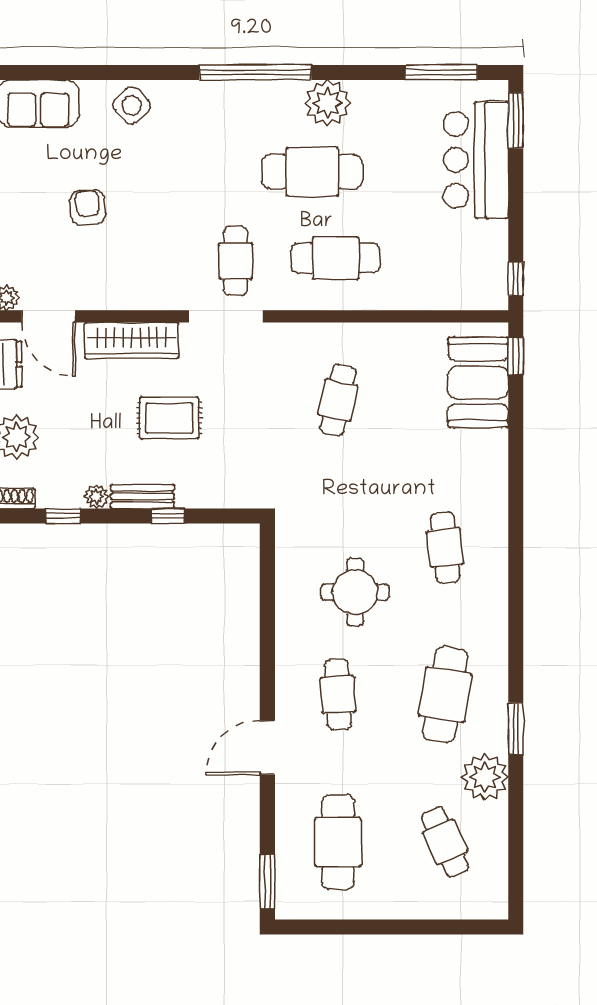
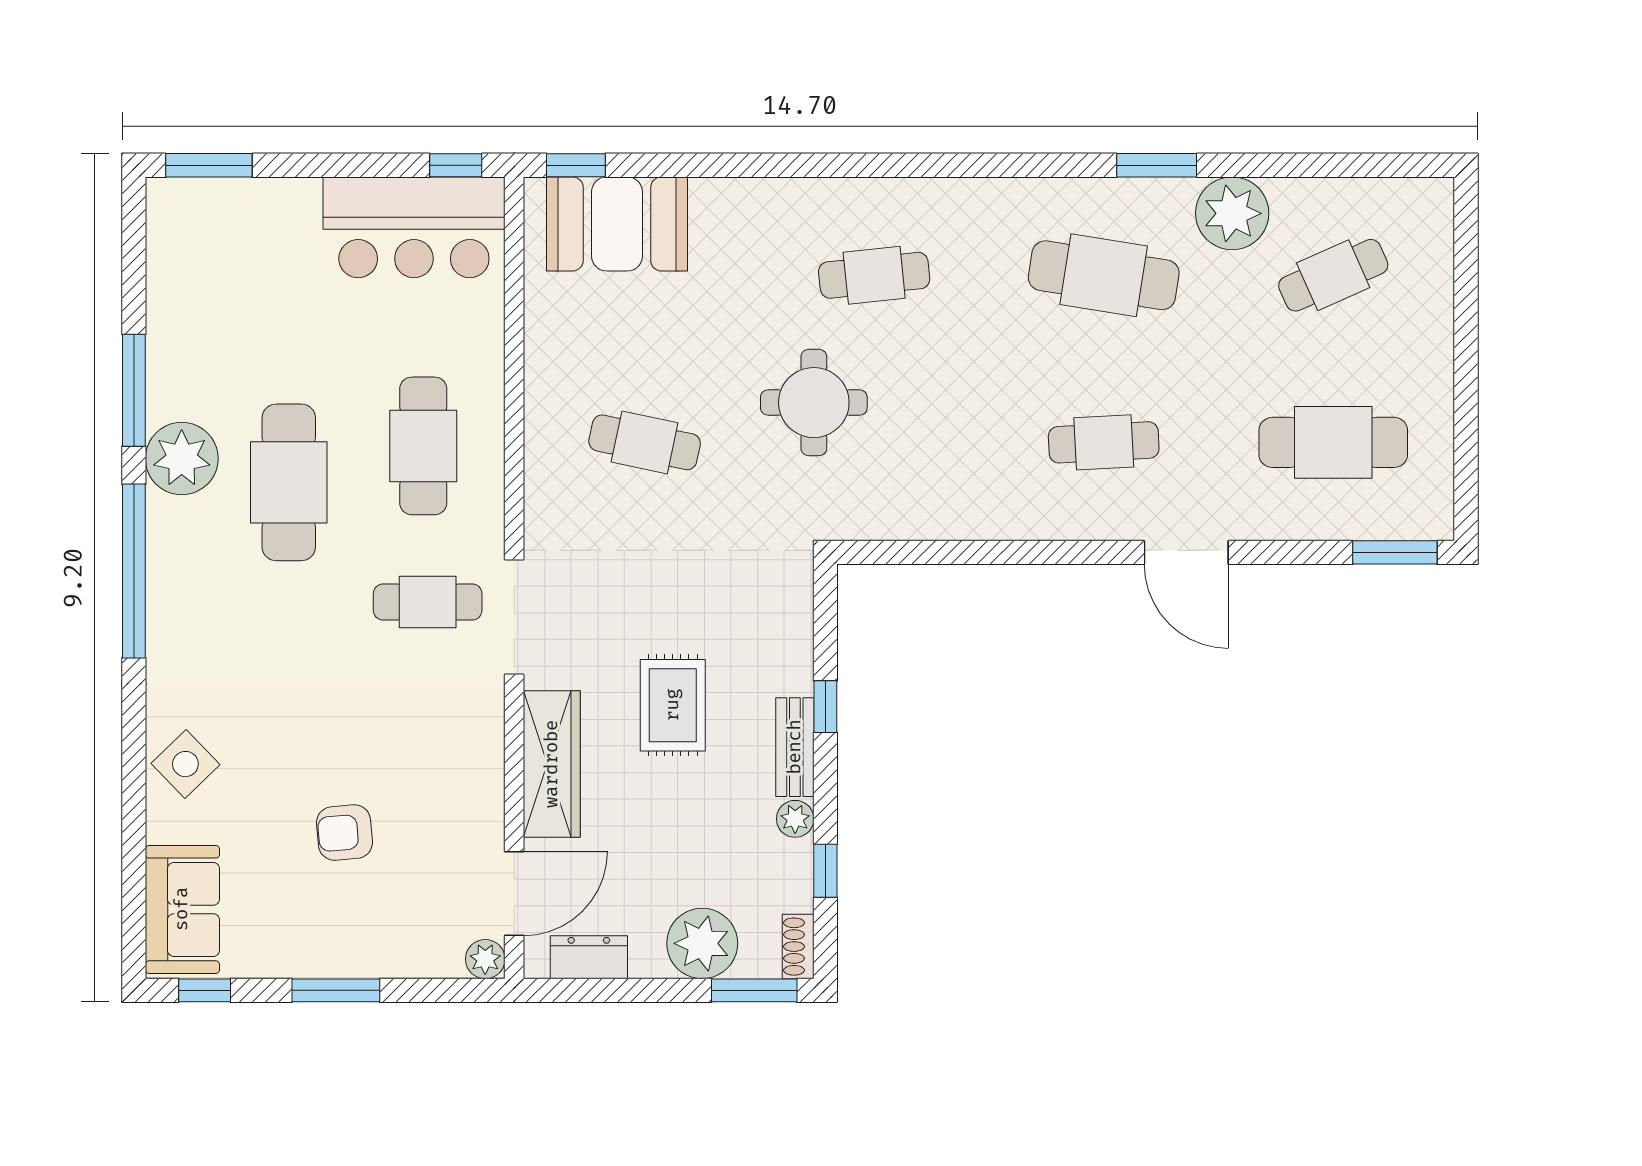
window: (441, 72) -> (134, 390), moved
bar counter: (476, 160) -> (414, 227), moved
round table: (355, 592) -> (814, 403), moved

